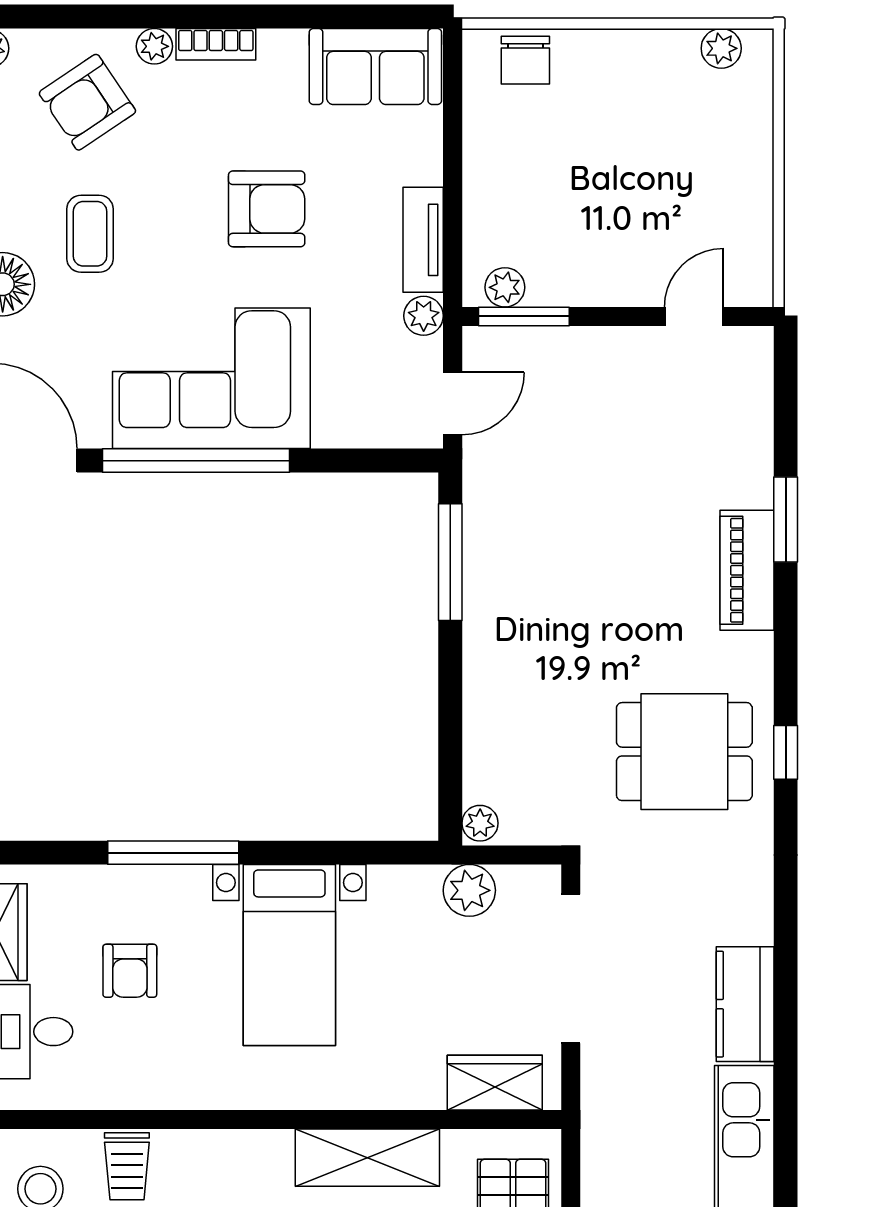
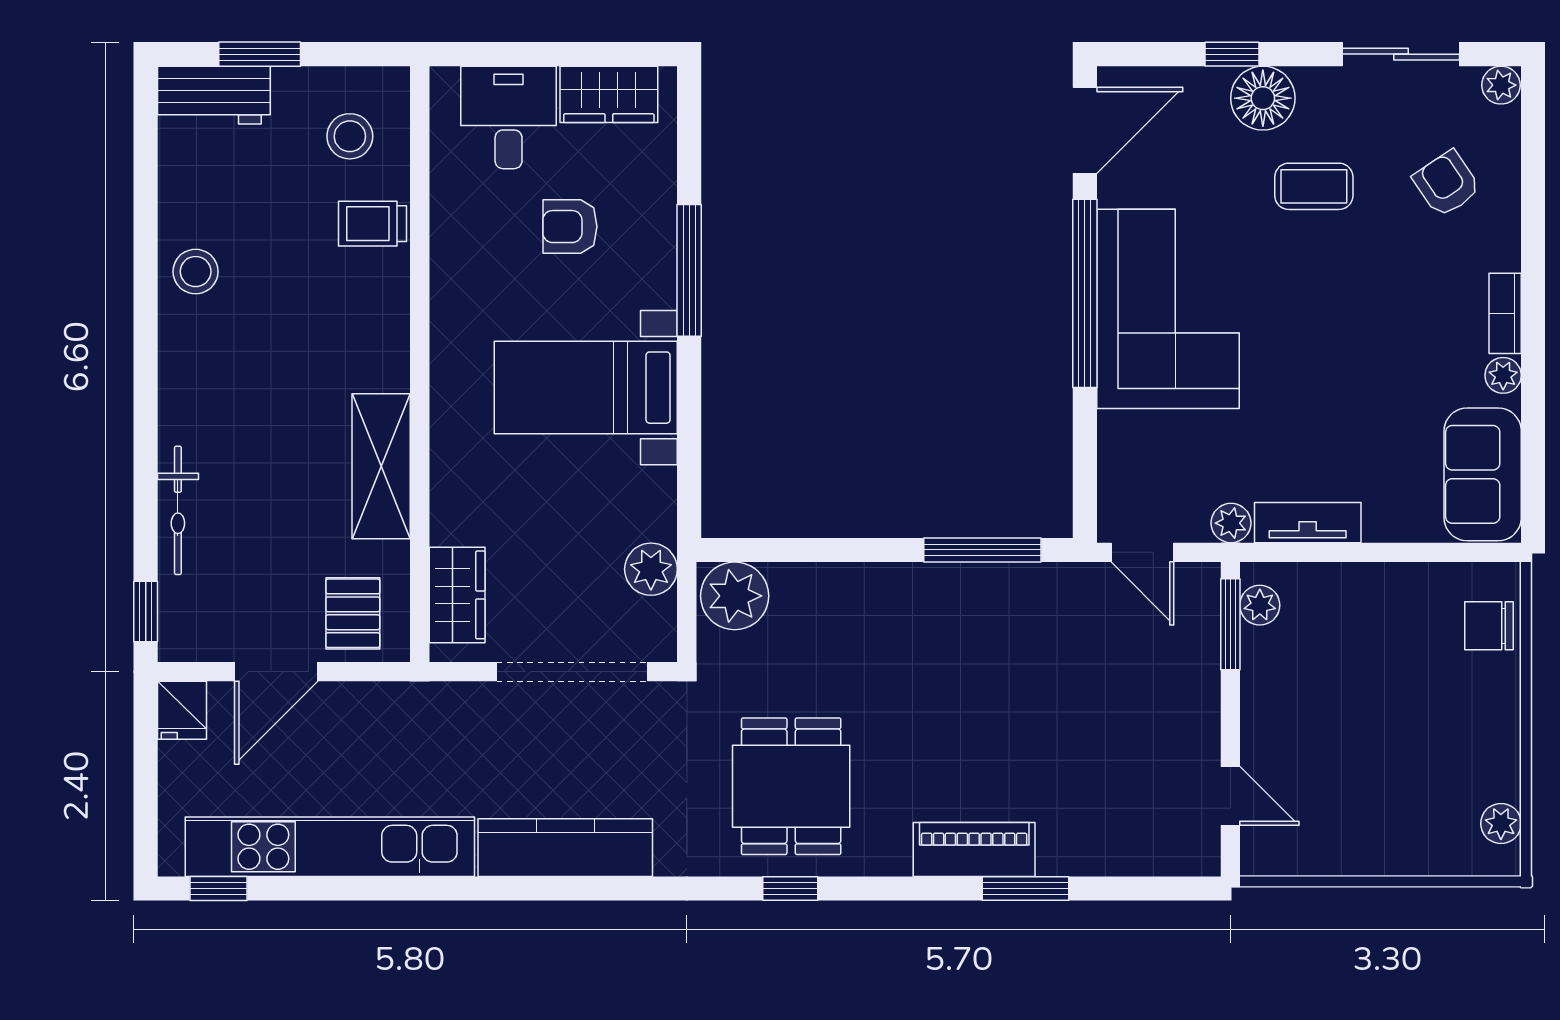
plant: (154, 46) -> (1503, 375), moved
armchair: (87, 102) -> (1447, 184), width x0.72, depth x0.72
armchair: (267, 209) -> (1339, 365), removed
plant: (480, 823) -> (735, 596), width x1.88, depth x1.88
kitchen counter: (745, 1004) -> (565, 848), width x1.50

